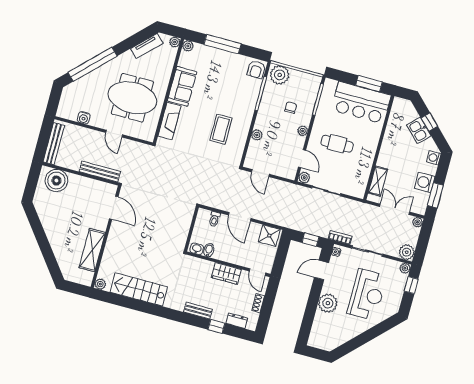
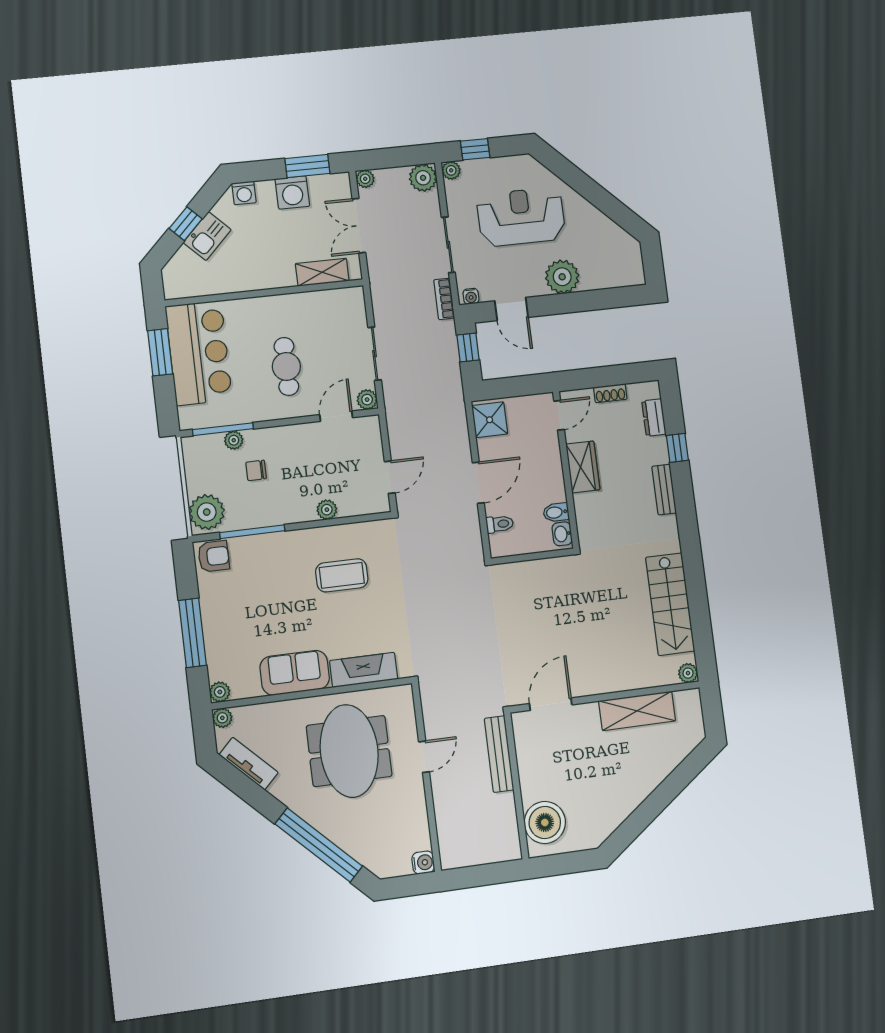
water cooler: (84, 118) -> (423, 863), moved
plant: (303, 131) -> (234, 440), moved
bench: (54, 144) -> (484, 854), removed

